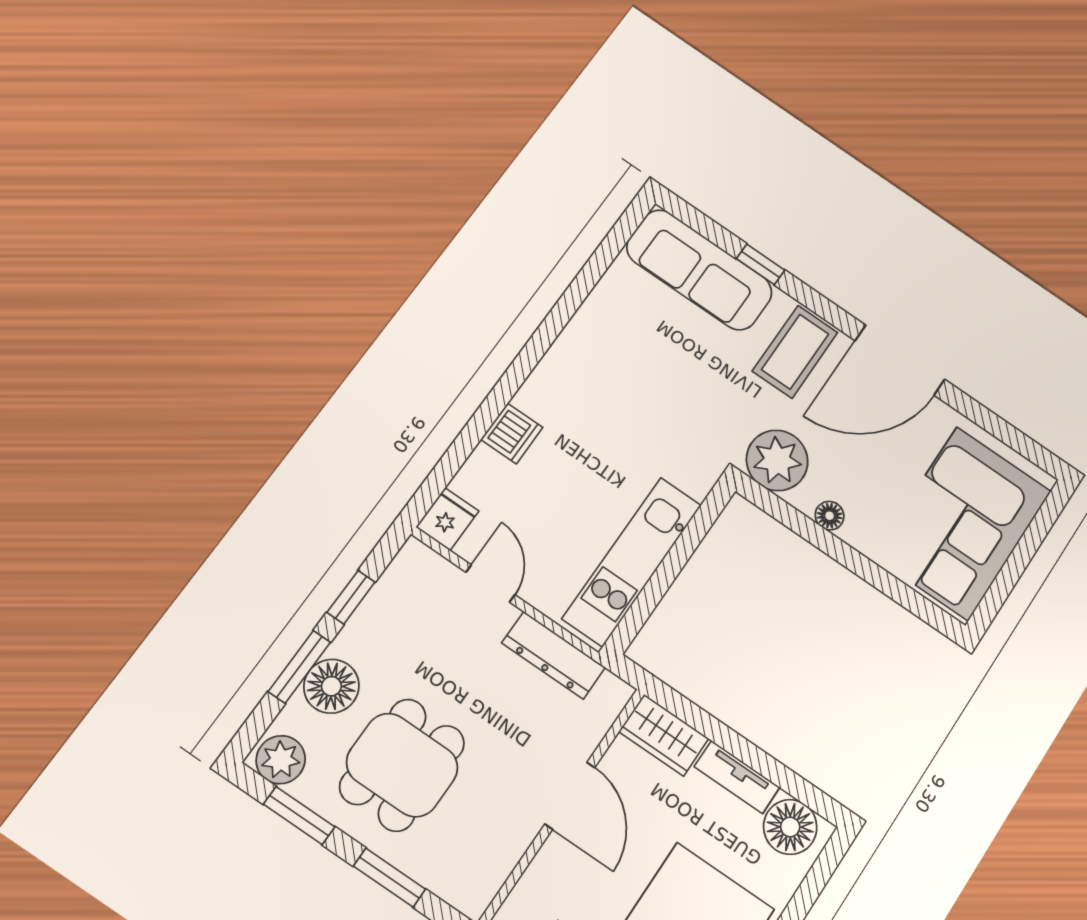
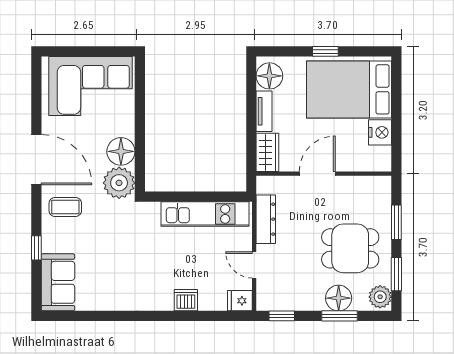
sofa: (699, 270) -> (58, 282), width x0.73
coffee table: (795, 352) -> (65, 207), width x0.73, depth x0.77
floor lamp: (830, 516) -> (121, 151), width x1.89, depth x1.89
door: (490, 583) -> (254, 265), hinge flipped
window: (351, 597) -> (282, 316), moved

